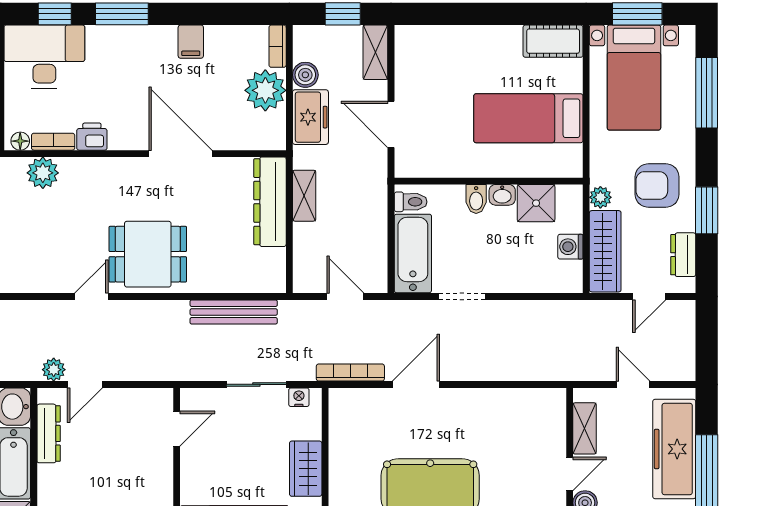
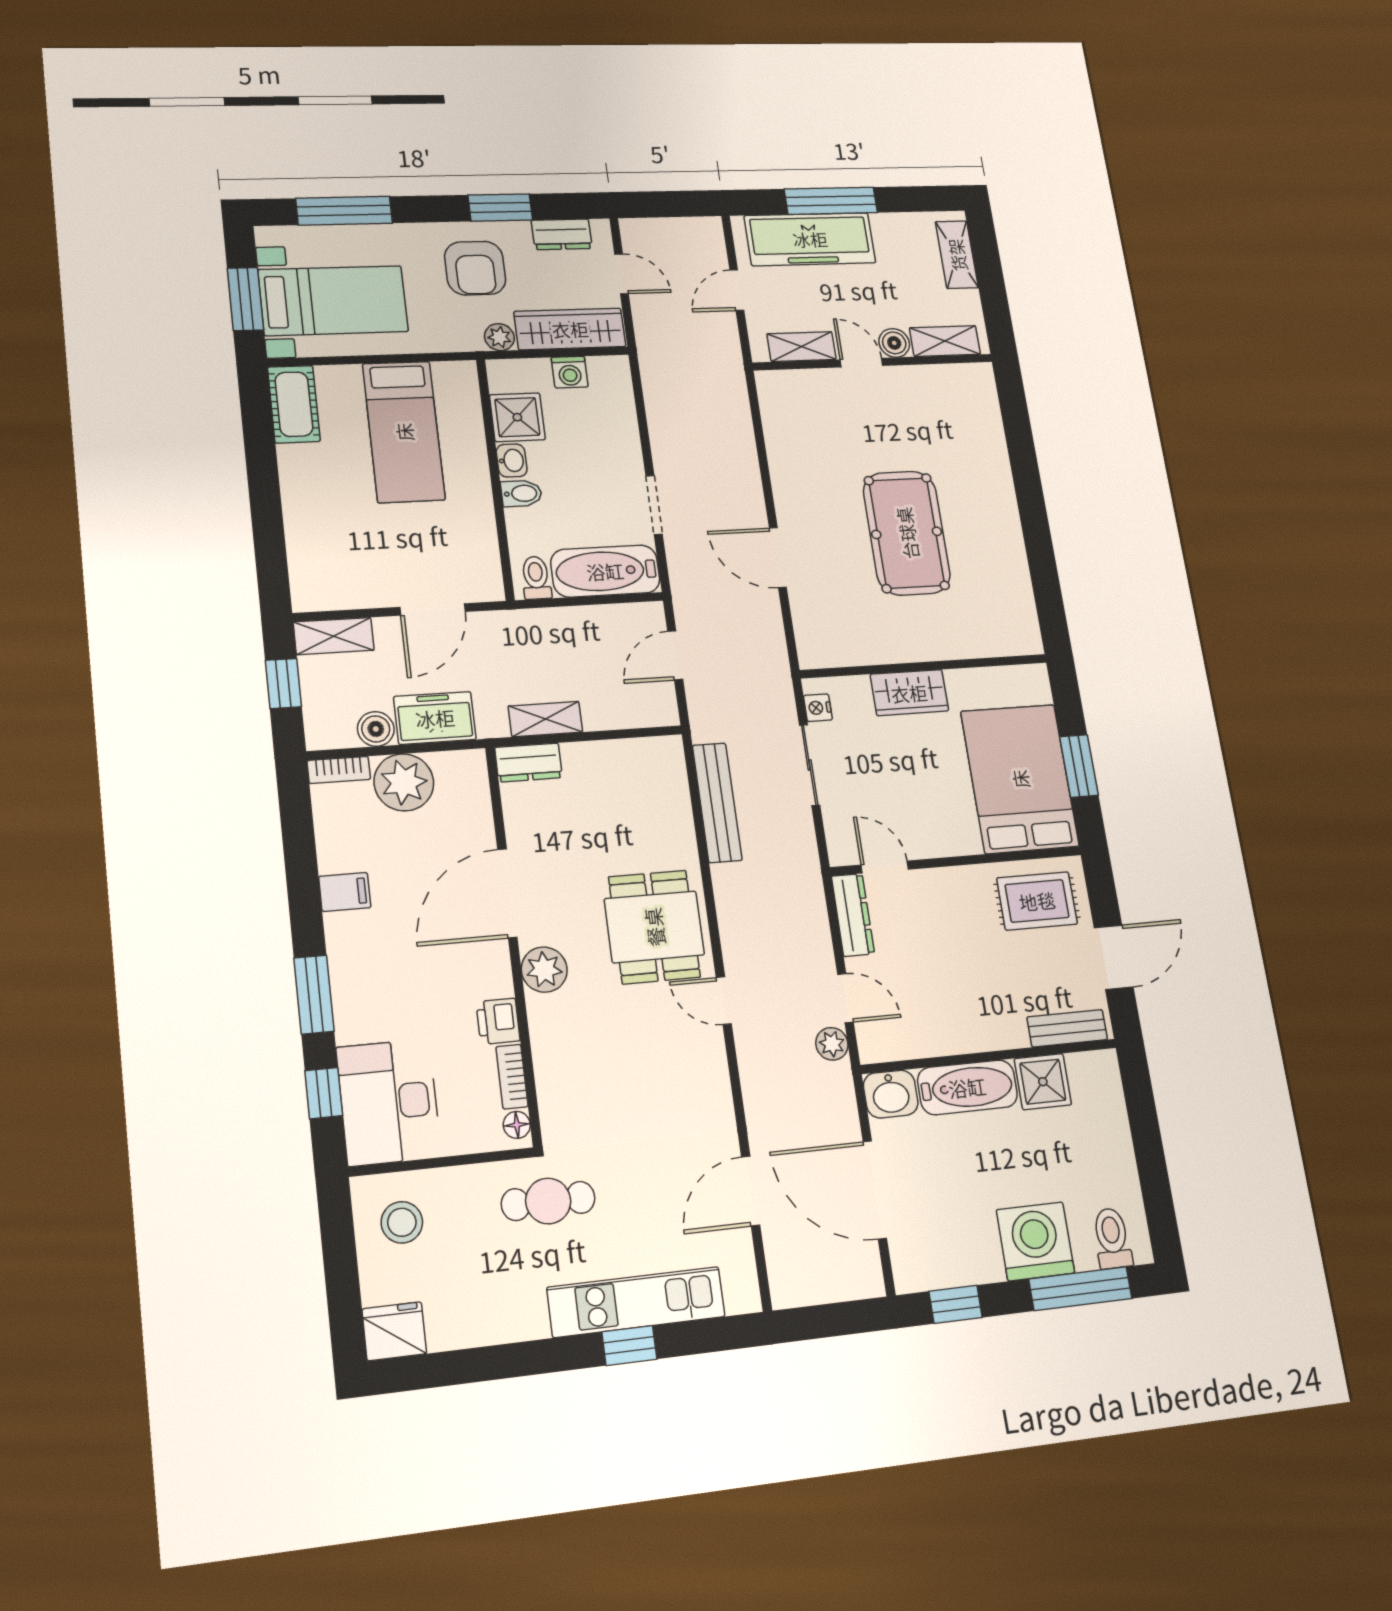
plant: (43, 173) -> (544, 970), moved
dresser: (270, 202) -> (529, 763), width x0.51, depth x0.80
bookcase: (350, 372) -> (775, 643), removed
dresser: (49, 433) -> (853, 915), moved, turned 90

